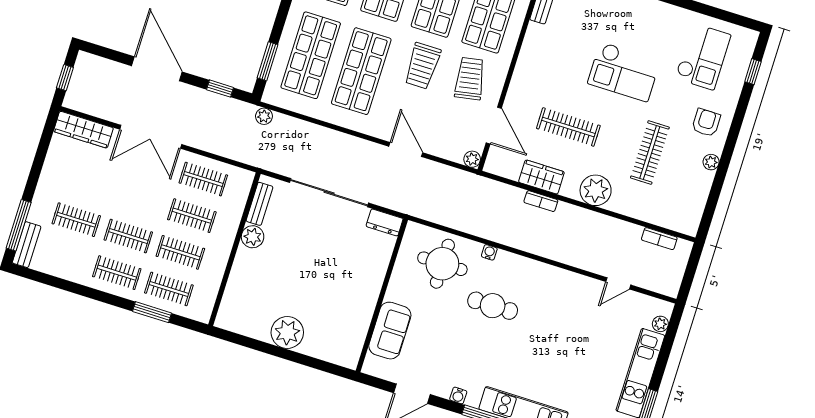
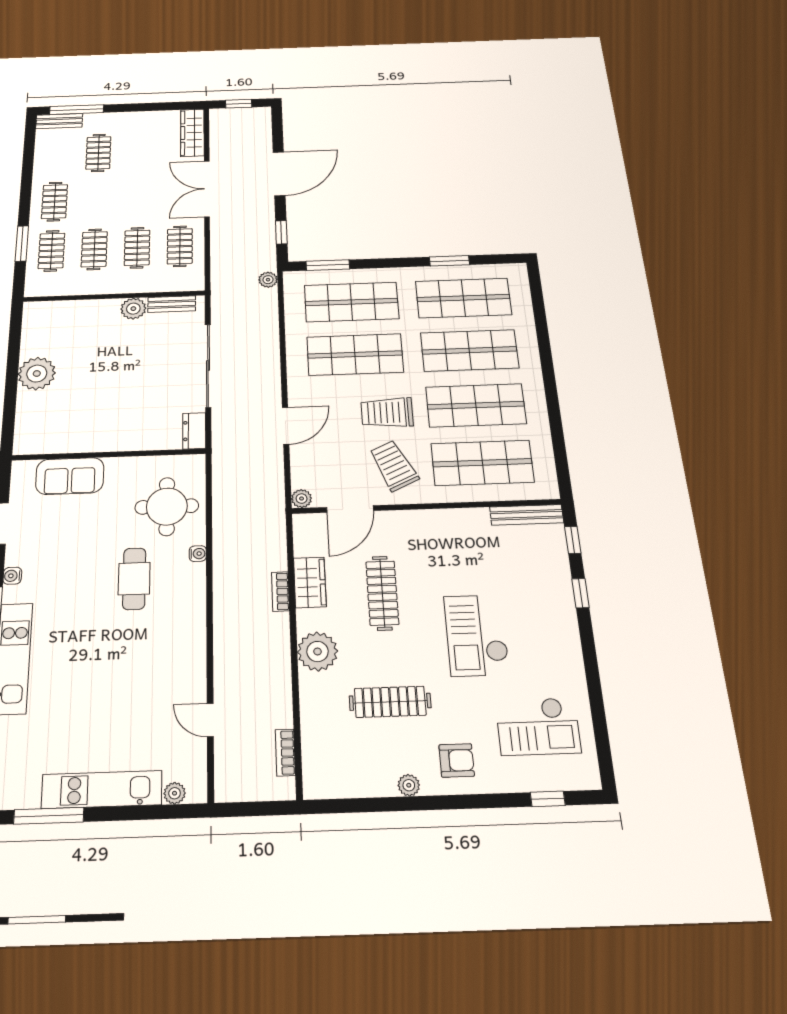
trolley: (470, 79) -> (394, 466), turned -105
clothes rail: (128, 236) -> (96, 200), removed

